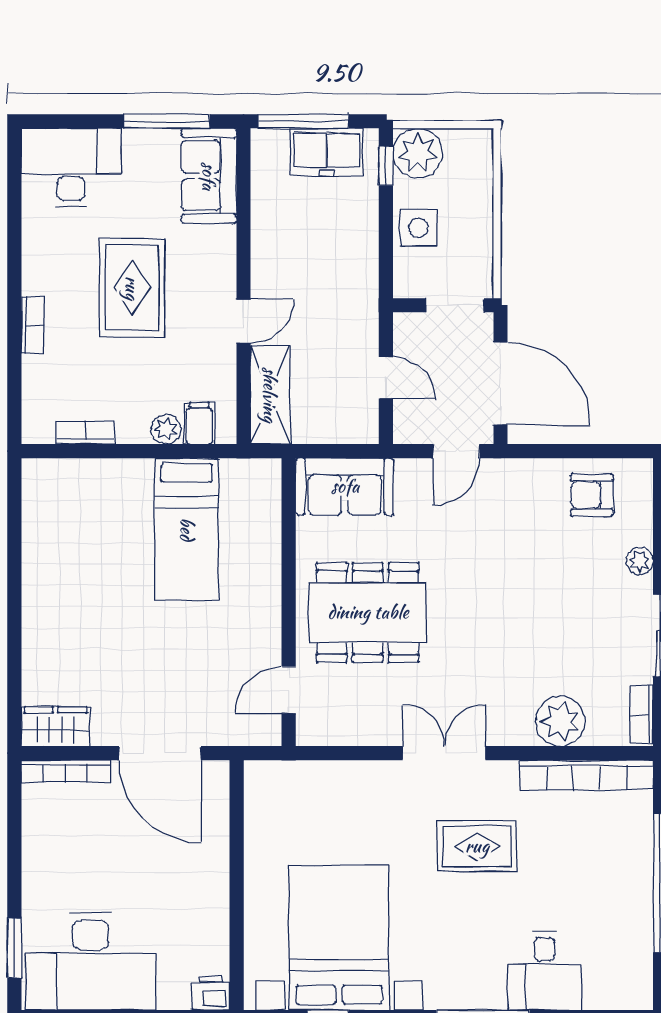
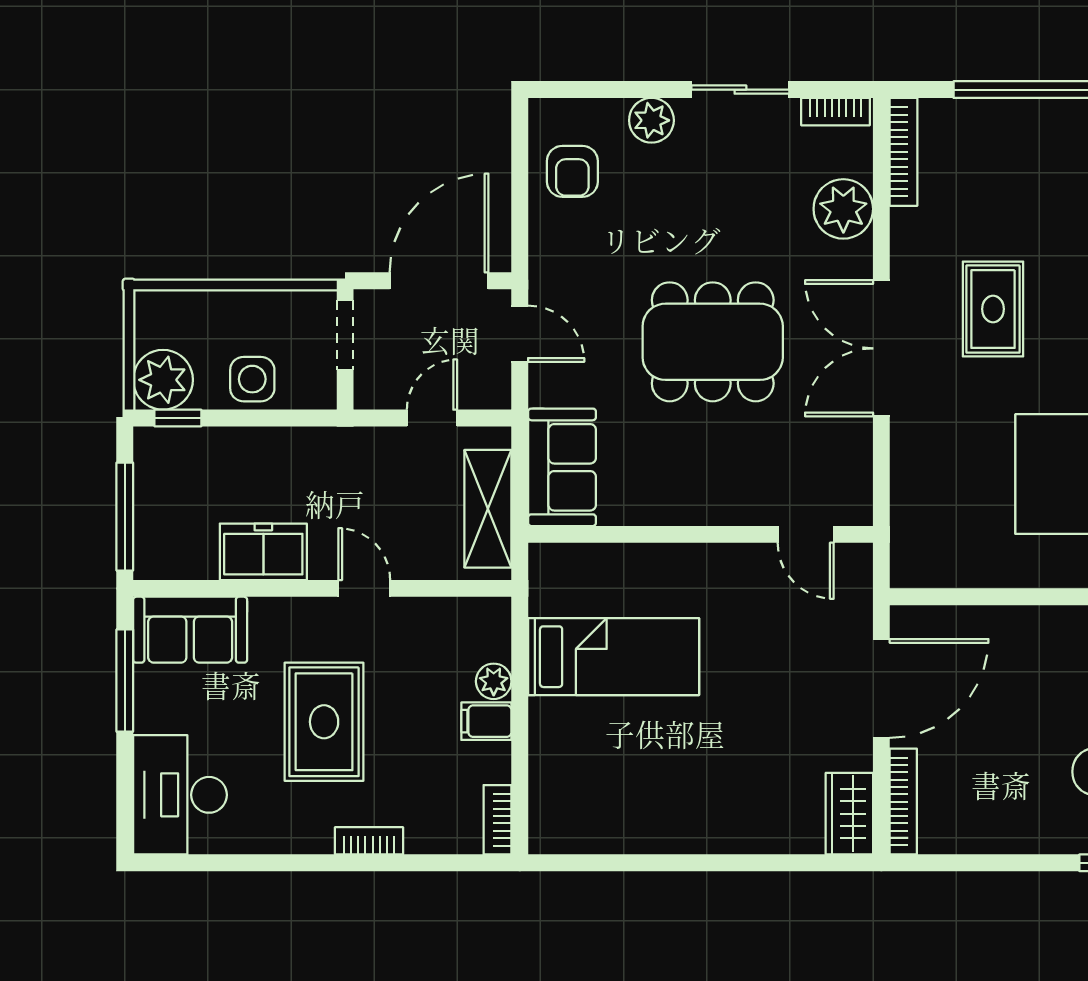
freezer: (327, 152) -> (263, 552), moved, turned -90
rug: (132, 288) -> (324, 722), turned 90
shelving: (270, 395) -> (488, 509), moved, turned 90
filing cabinet: (199, 423) -> (486, 721), moved
bookcase: (85, 433) -> (498, 820), moved
plant: (640, 561) -> (651, 120), width x1.38, depth x1.38
dining table: (368, 612) -> (713, 342), moved, turned 90
double door: (444, 753) -> (881, 348), width x1.37
bookcase: (586, 775) -> (904, 152), width x0.68, depth x0.76

